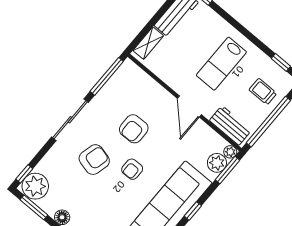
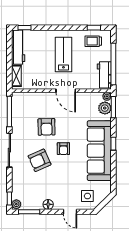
lab bench: (221, 64) -> (63, 54), turned 180
trolley: (263, 92) -> (93, 41), moved
workbench: (230, 125) -> (104, 75), moved, turned -90
armchair: (94, 160) -> (40, 160), turned -128
plant: (35, 186) -> (16, 204), width x0.53, depth x0.53

